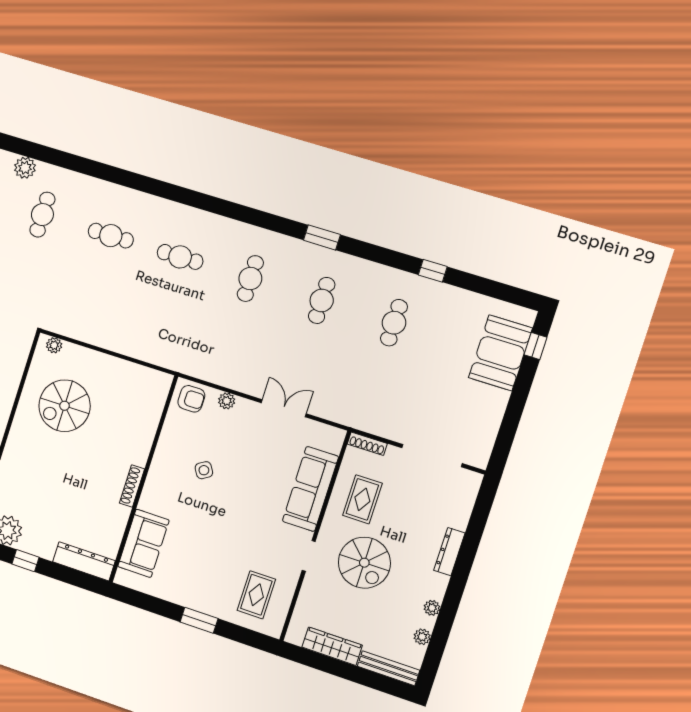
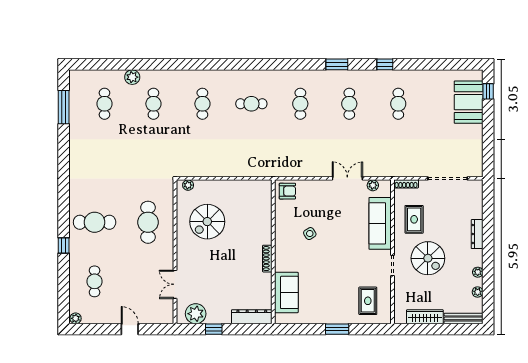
cafe table: (111, 236) -> (202, 104), turned 90
window: (433, 271) -> (385, 64), moved
plant: (227, 401) -> (373, 185), moved

